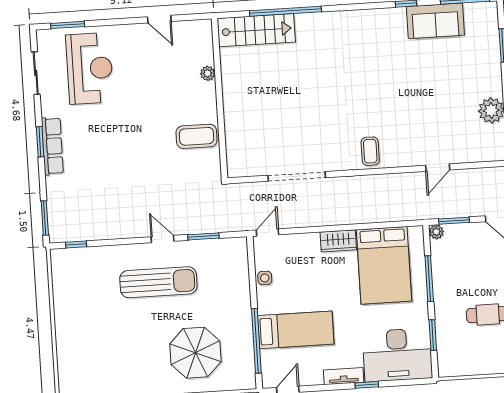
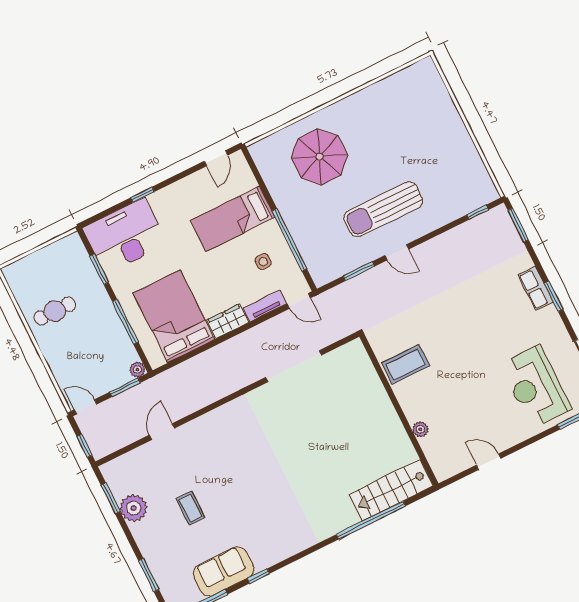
row of seats: (52, 146) -> (536, 288), width x0.68
coffee table: (370, 151) -> (190, 508), moved
door: (267, 232) -> (299, 301), hinge flipped
side table: (265, 278) -> (263, 262), moved
window: (256, 341) -> (289, 240), moved
tv unit: (344, 376) -> (265, 306), moved, turned 180

